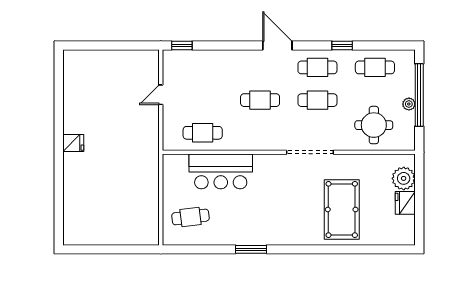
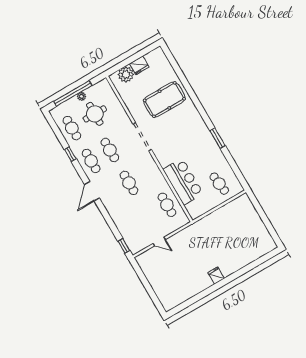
round table: (374, 125) -> (95, 114), moved

